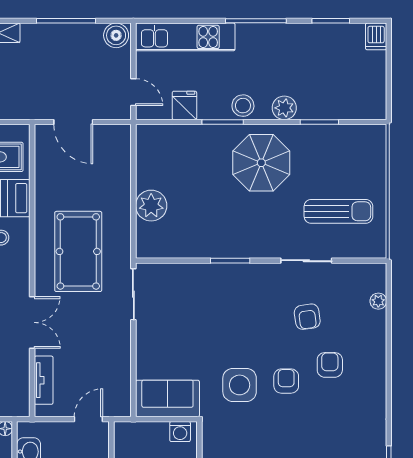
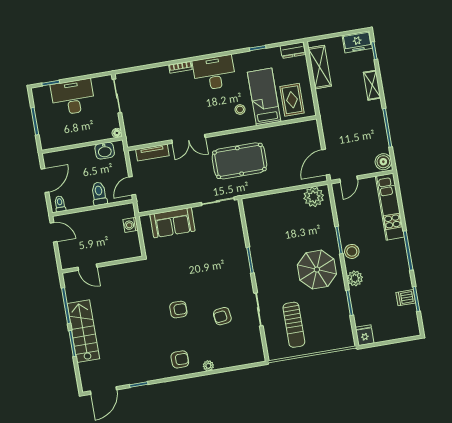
dishwasher: (376, 36) -> (406, 298), moved
fridge: (184, 105) -> (365, 335), moved, turned -90
door: (73, 122) -> (326, 162), moved
plant: (151, 206) -> (314, 197), moved
plant: (378, 301) -> (208, 366), moved
armchair: (330, 365) -> (180, 359), moved
side table: (240, 385) -> (171, 280), removed
sofa: (167, 399) -> (172, 223), moved, turned 90
door: (88, 419) -> (132, 186), swing flipped
washing machine: (180, 432) -> (130, 225), moved

